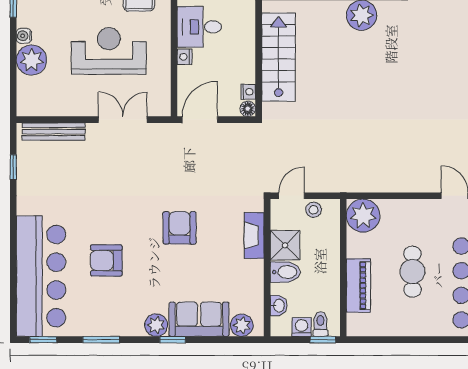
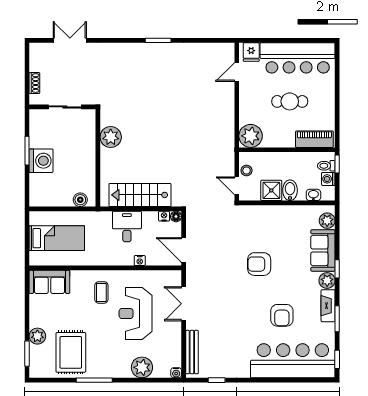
desk: (199, 27) -> (127, 226), moved, turned 180
water cooler: (24, 36) -> (176, 373), moved
fireplace: (254, 235) -> (328, 306), moved, turned 90
piano: (358, 286) -> (314, 139), moved

